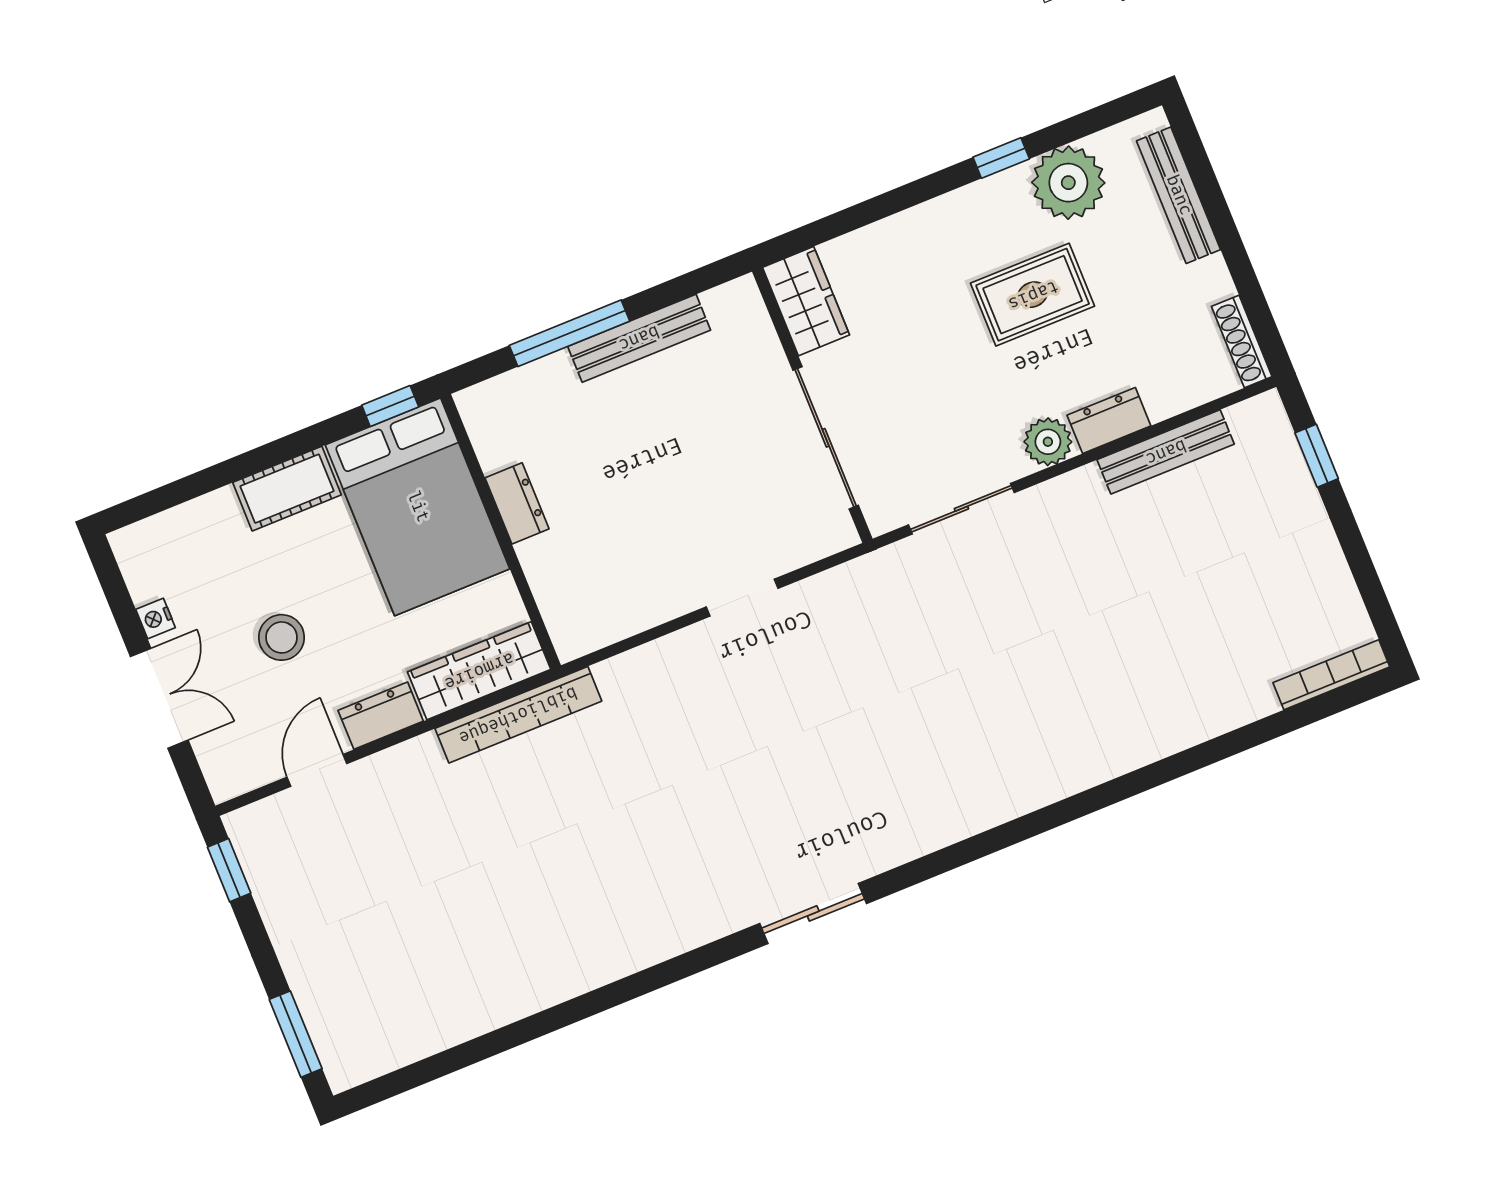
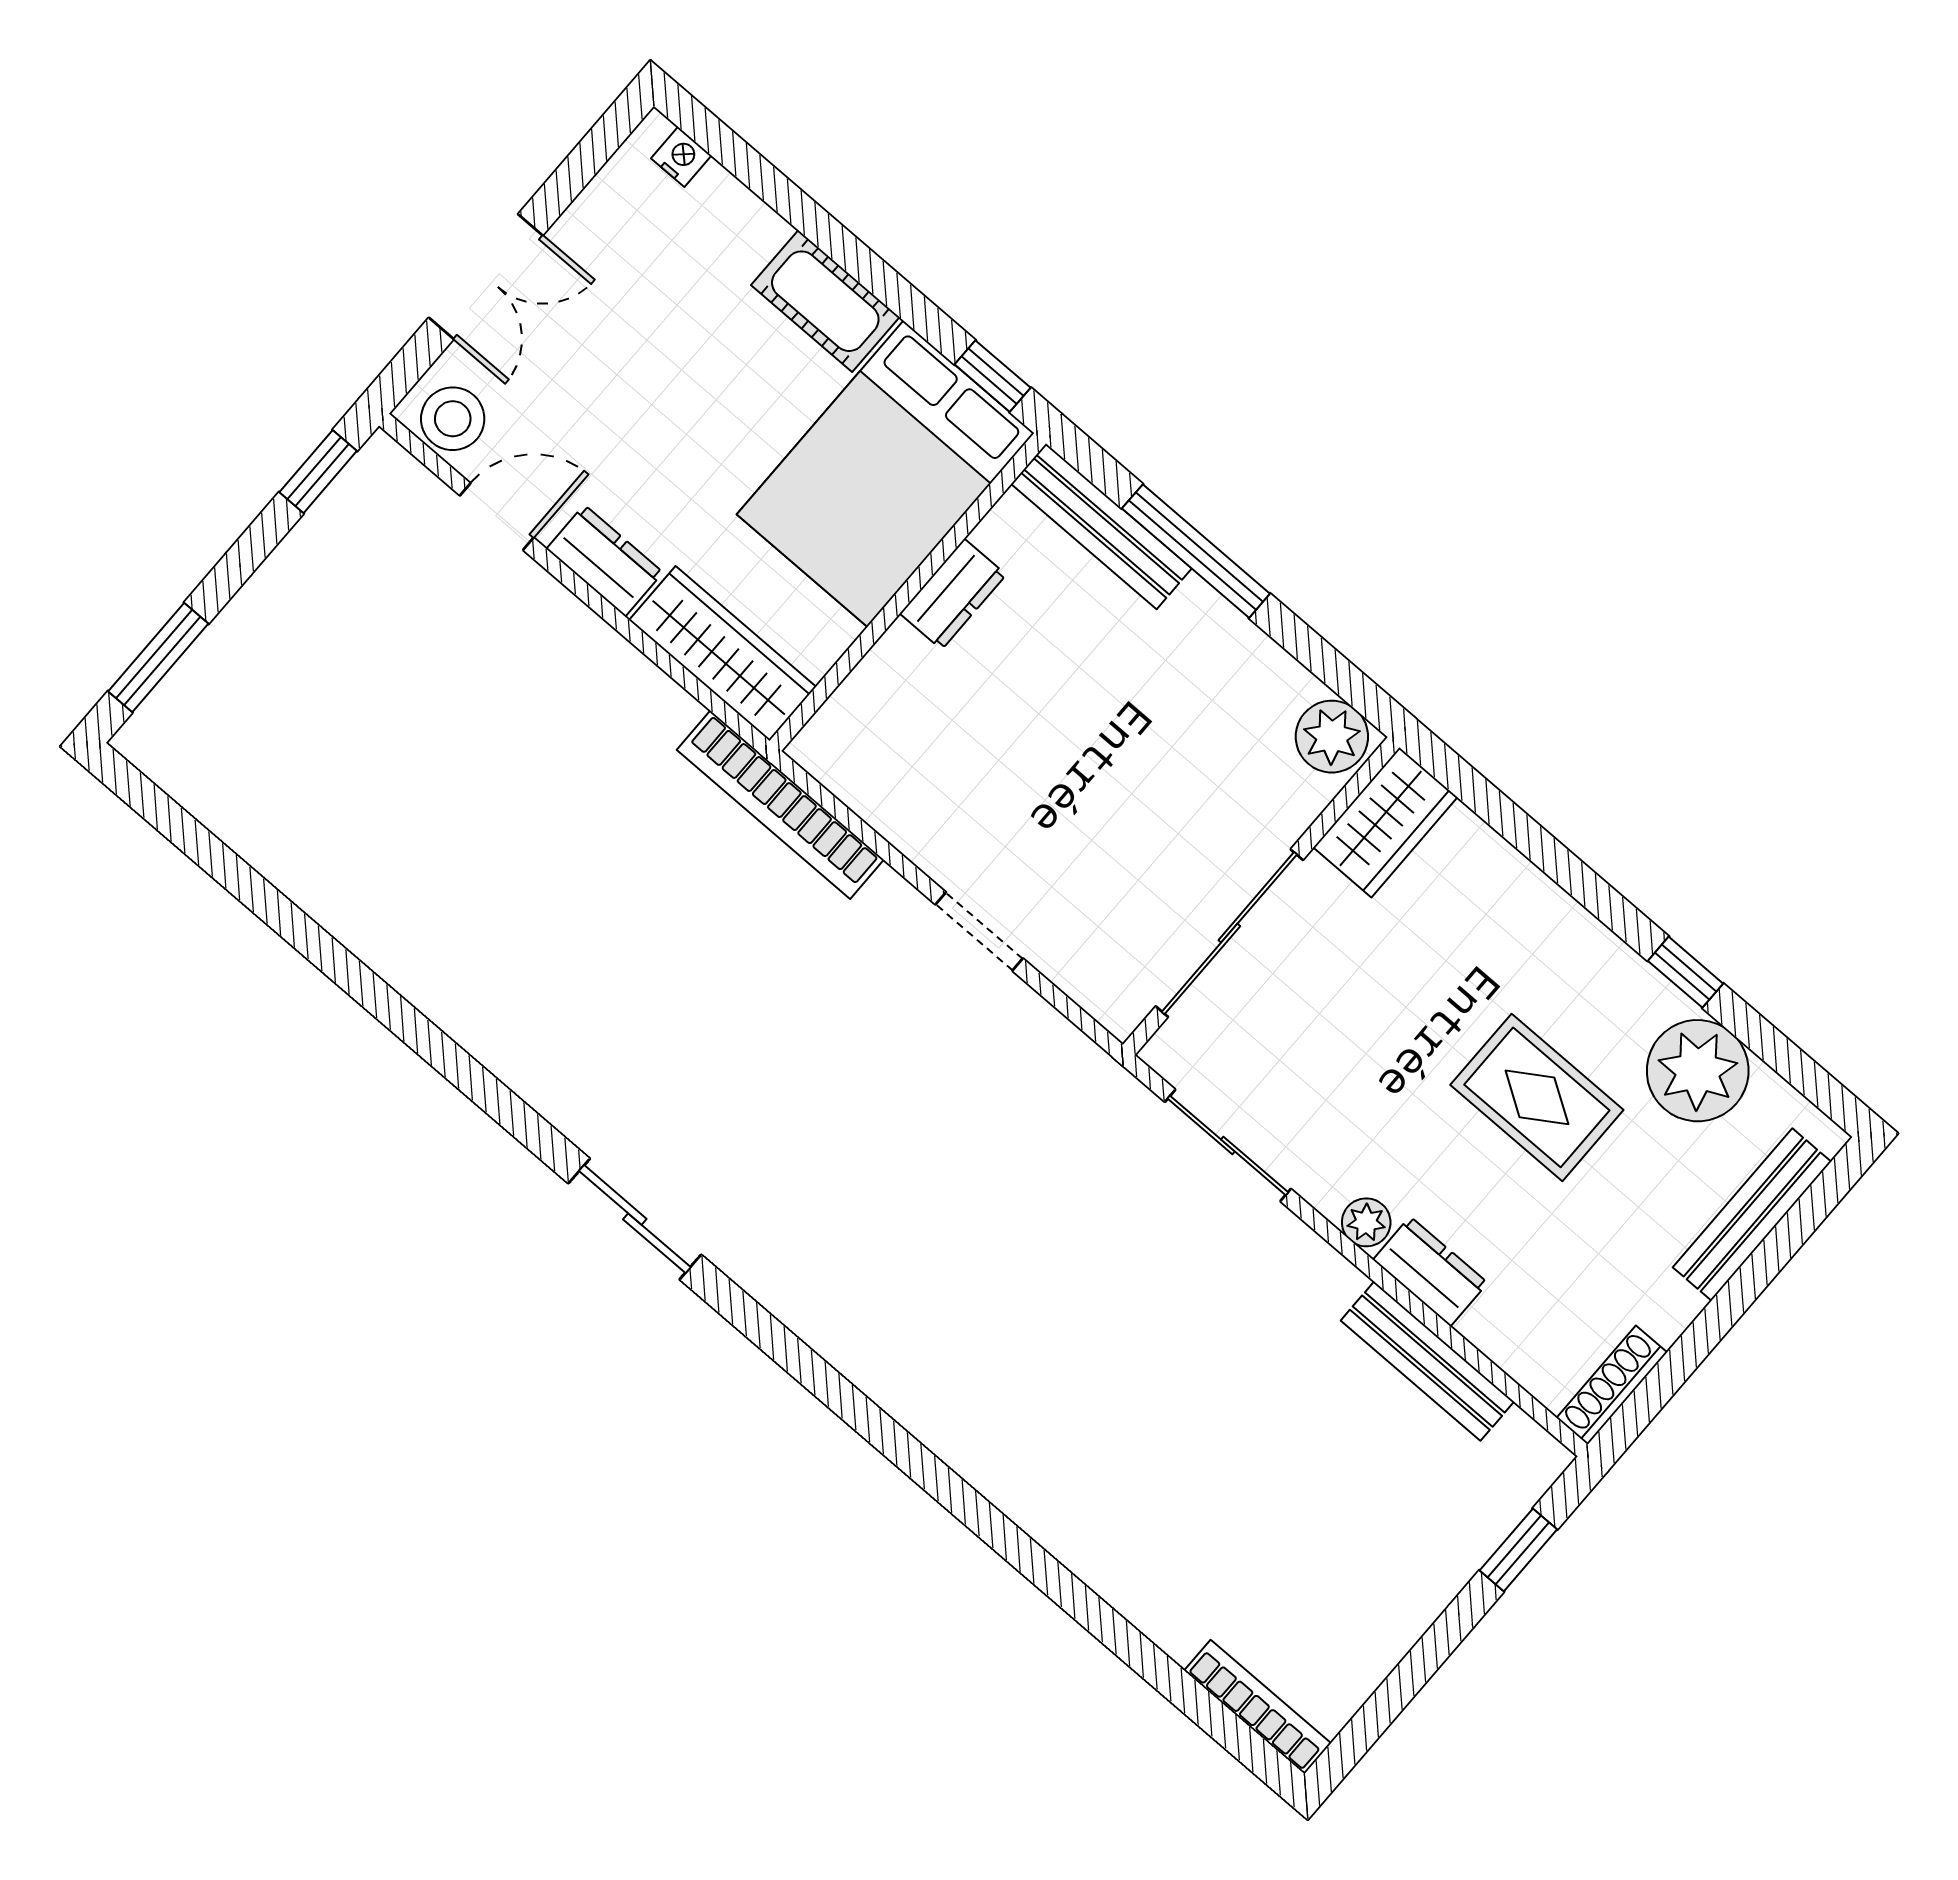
plant: (733, 307) -> (1332, 737), added
bench: (639, 338) -> (1101, 526), moved
plant: (1048, 442) -> (1366, 1222), width x0.73, depth x0.73
nightstand: (156, 618) -> (681, 157), moved, turned 90
stool: (282, 637) -> (453, 419), moved
bookcase: (518, 715) -> (780, 805), moved

